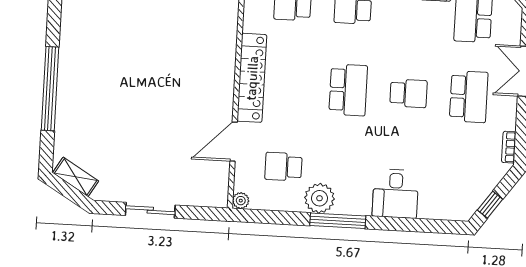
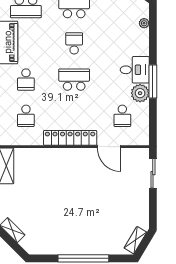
desk: (395, 194) -> (135, 70), moved
plant: (241, 201) -> (144, 23), moved
sliding door: (150, 210) -> (153, 173), moved

